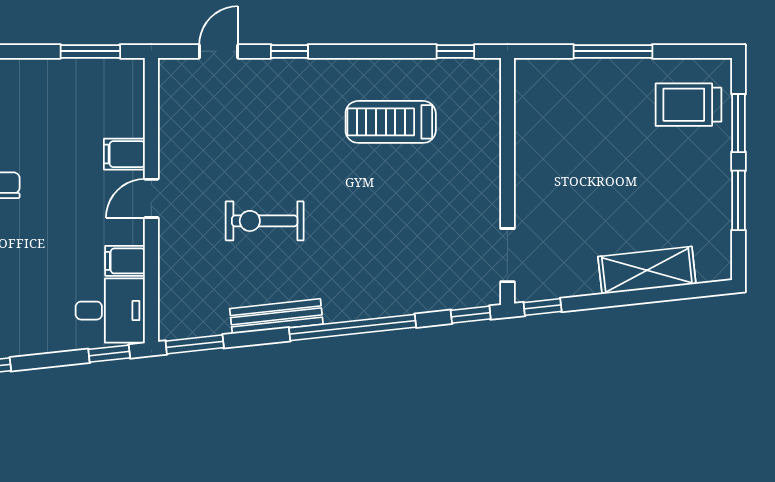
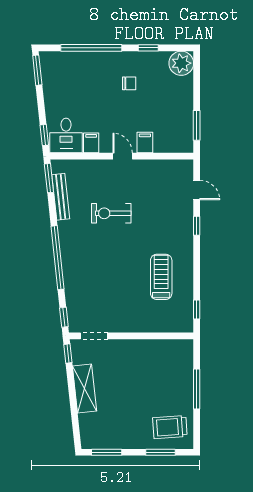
trolley: (688, 105) -> (170, 427), turned -94
window: (738, 200) -> (107, 452), moved
exercise bike: (265, 221) -> (111, 213), turned -90
shelving: (647, 270) -> (84, 389), moved
bench: (276, 316) -> (61, 197), moved

